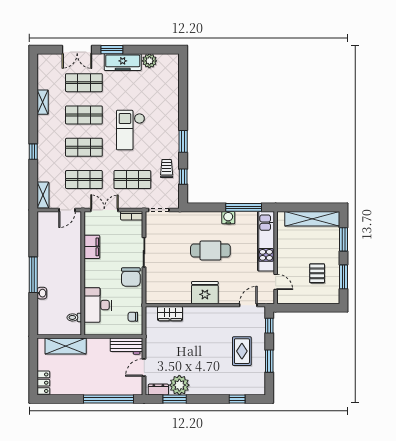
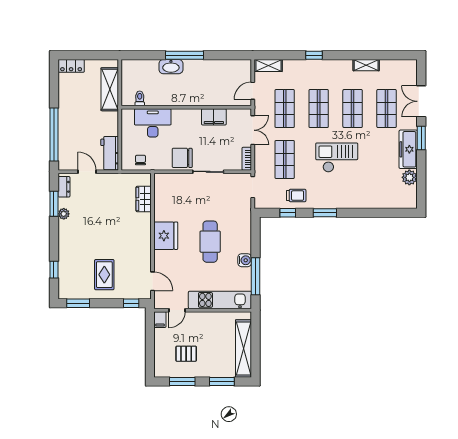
door: (67, 210) -> (253, 91), hinge flipped
washbasin: (42, 293) -> (171, 67), width x1.91, depth x1.45
filing cabinet: (285, 298) -> (160, 320), added
rug: (242, 351) -> (104, 275), turned 90
window: (269, 361) -> (78, 303), moved
plant: (179, 385) -> (64, 214), width x0.53, depth x0.53

